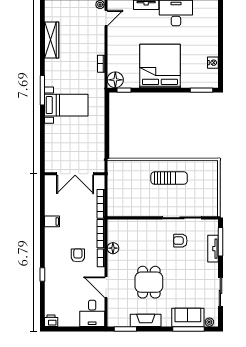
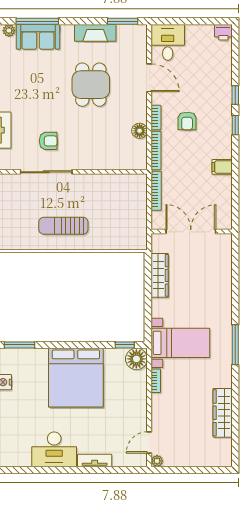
bed with nightstands: (66, 105) -> (180, 343), moved, turned 180
wardrobe: (98, 141) -> (160, 275), added
window: (42, 252) -> (235, 125), added

